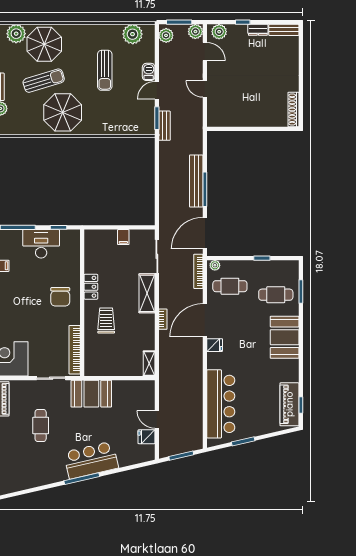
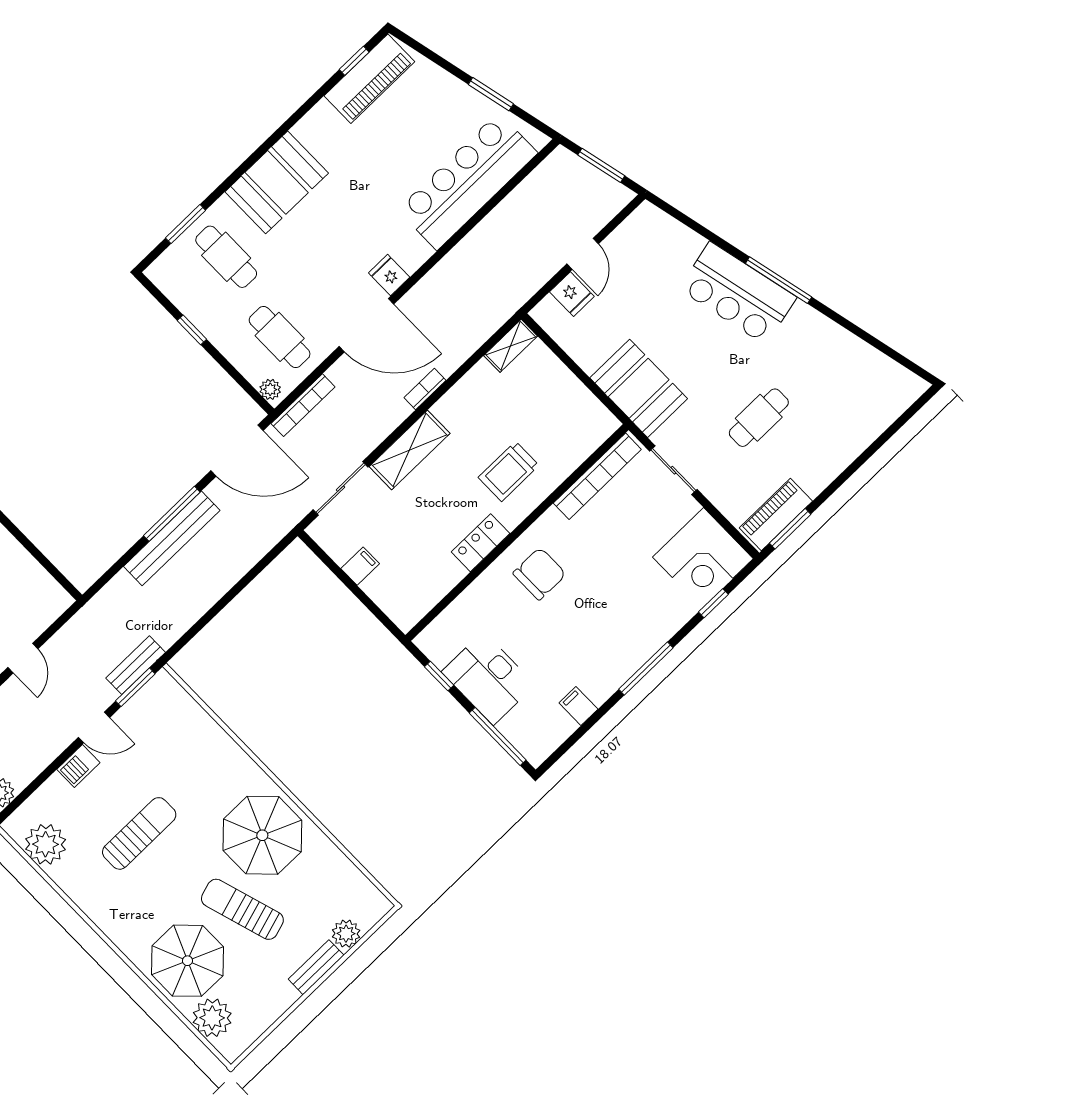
fridge: (146, 437) -> (572, 294), moved

